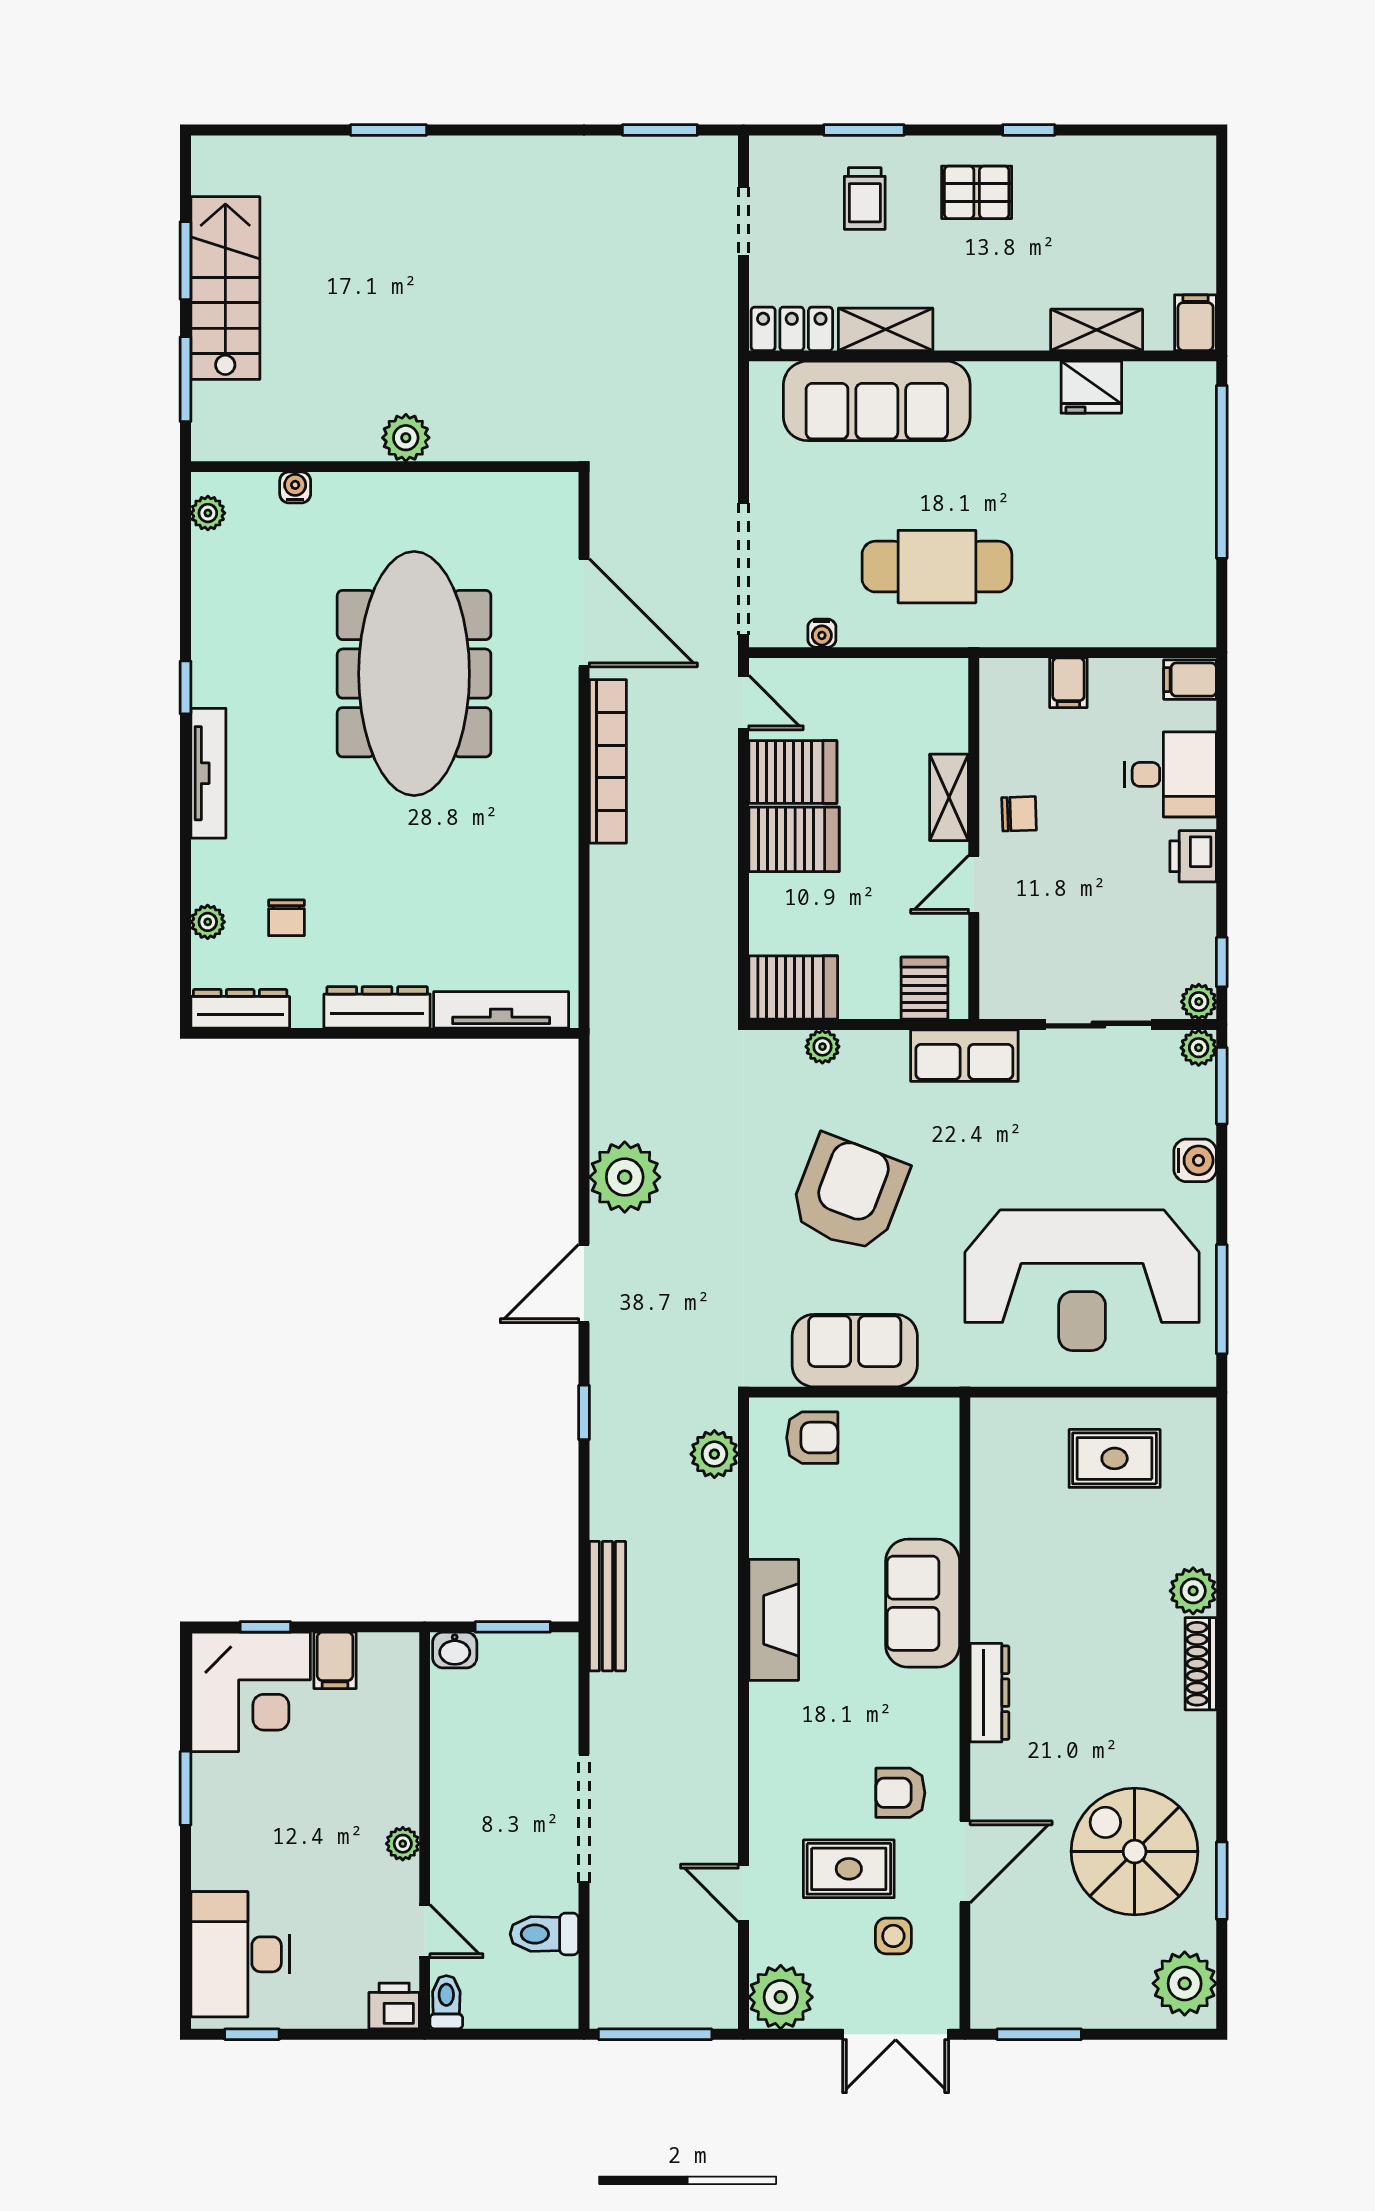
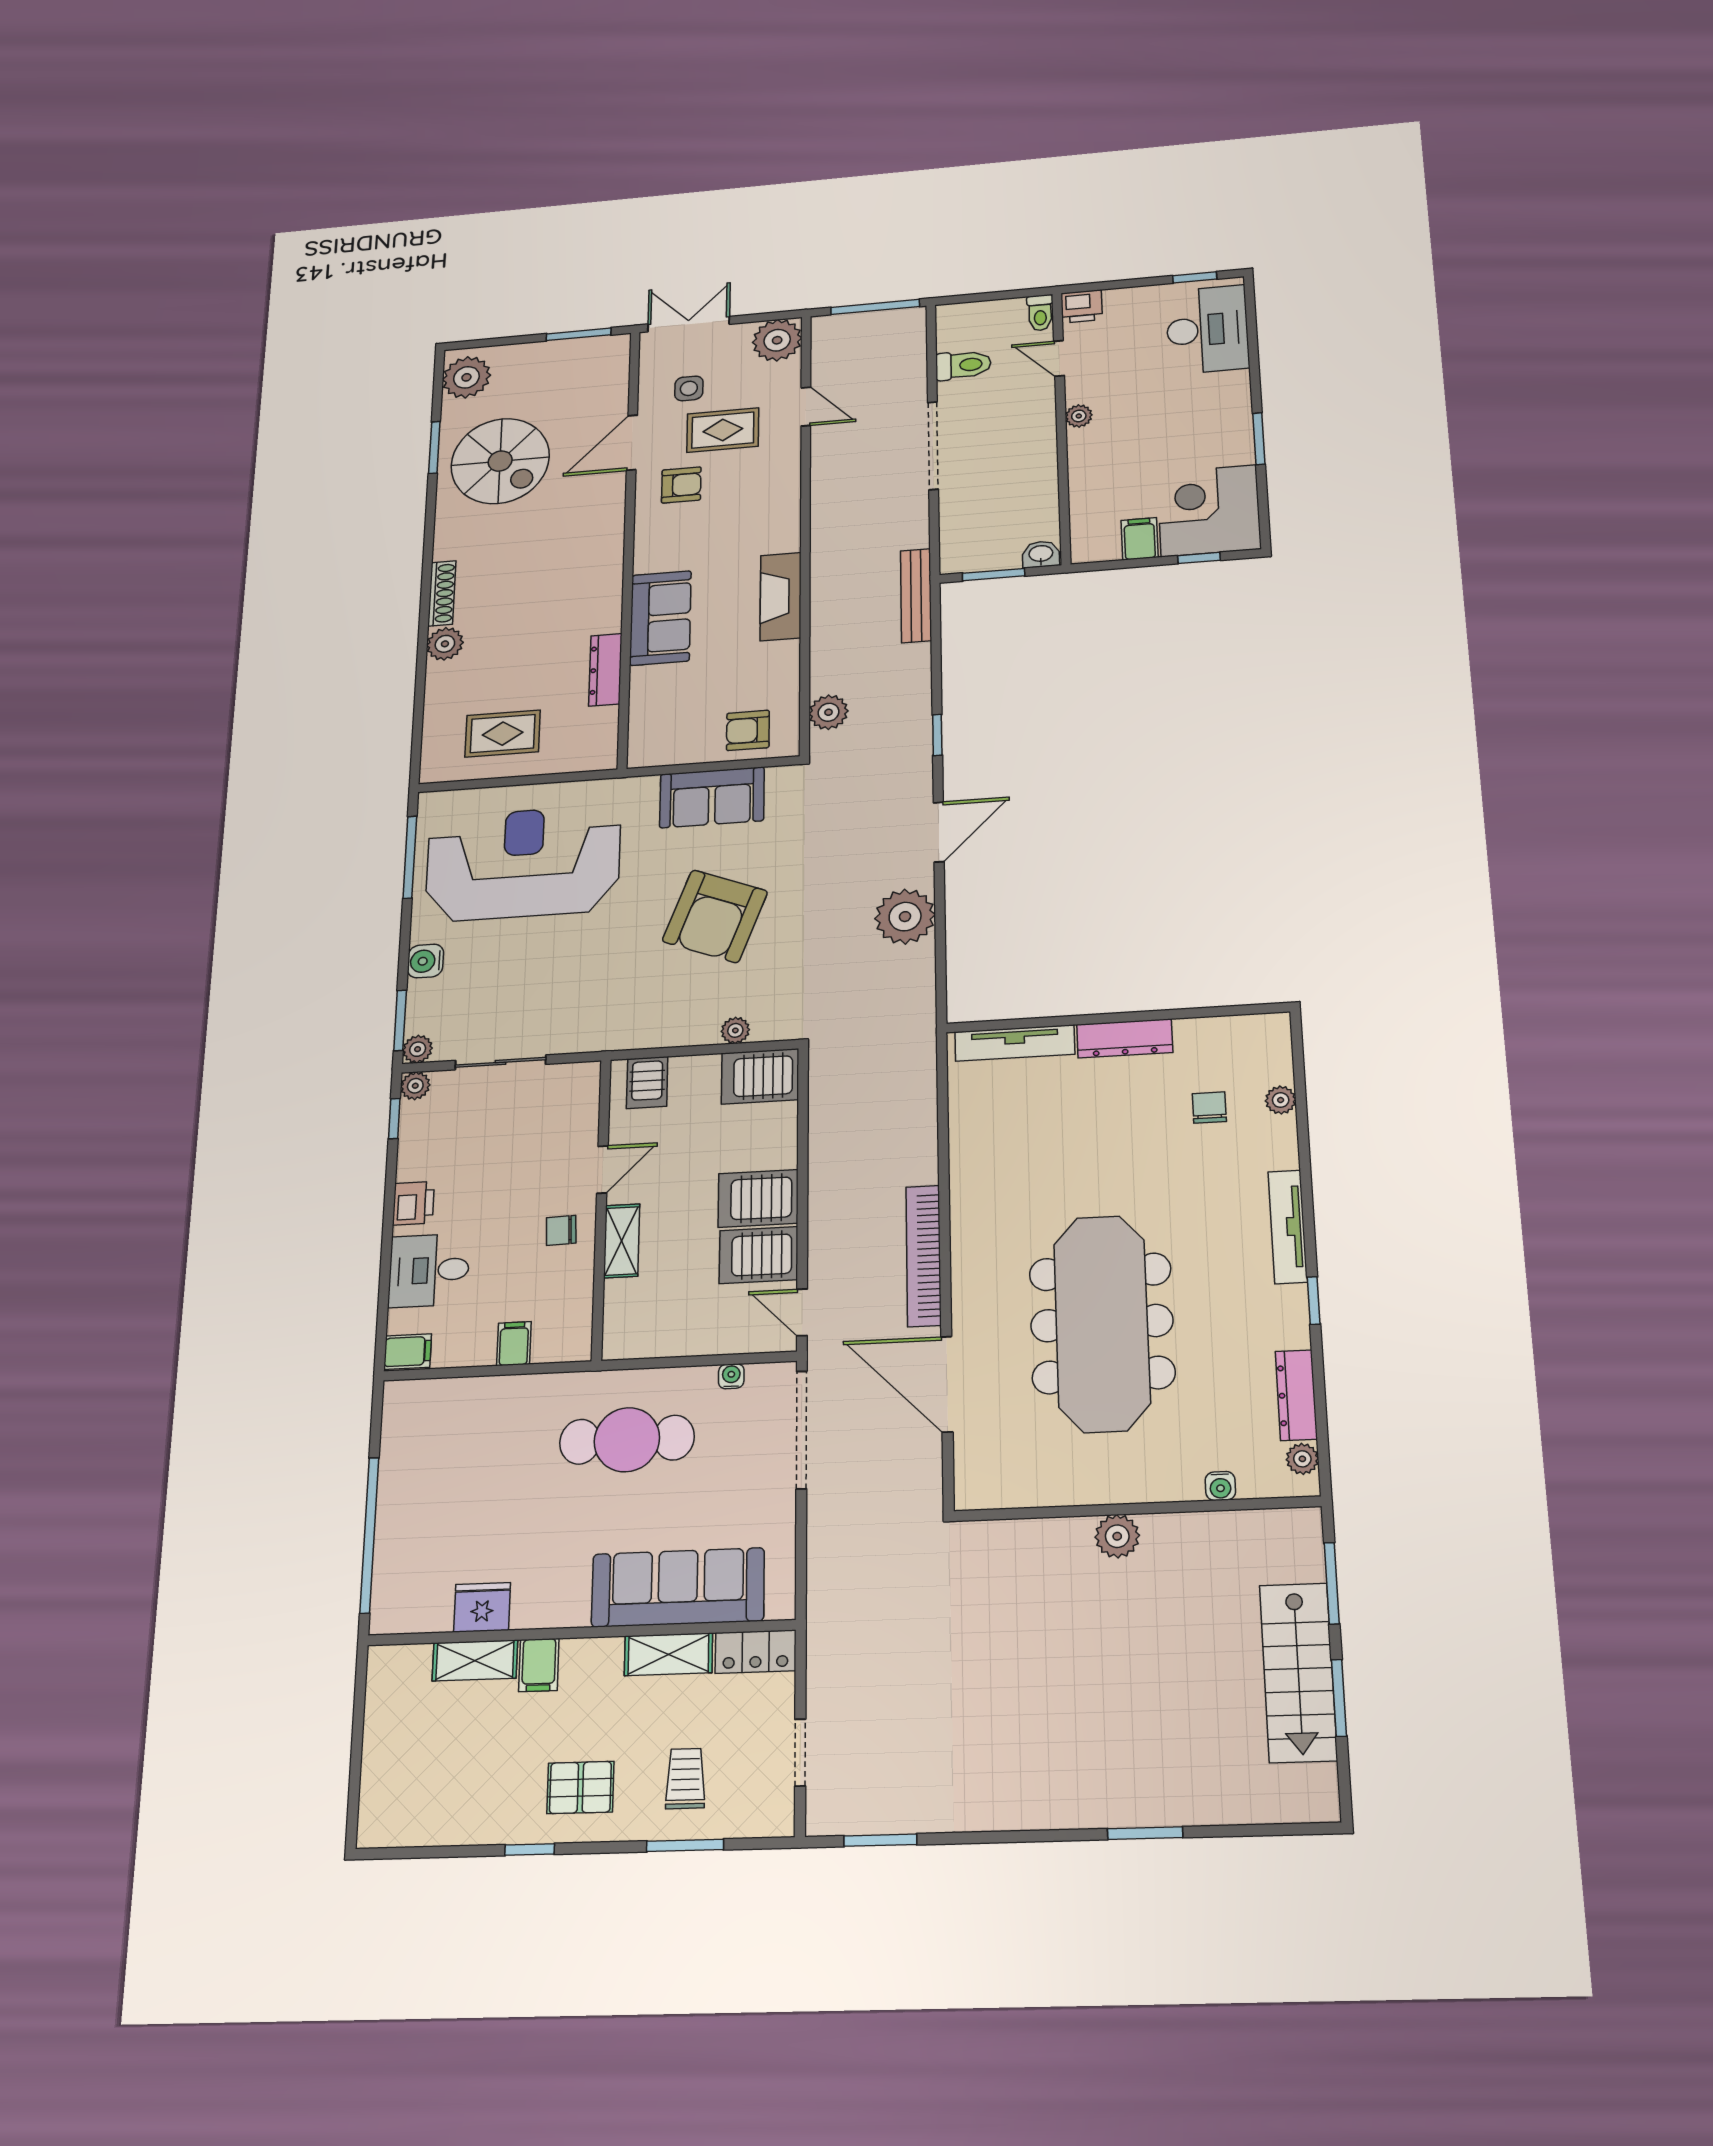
filing cabinet: (1196, 323) -> (539, 1665), moved
dresser: (240, 1009) -> (1296, 1395), moved, turned 90
row of seats: (964, 1056) -> (615, 1031), removed
dresser: (990, 1693) -> (605, 670), moved

